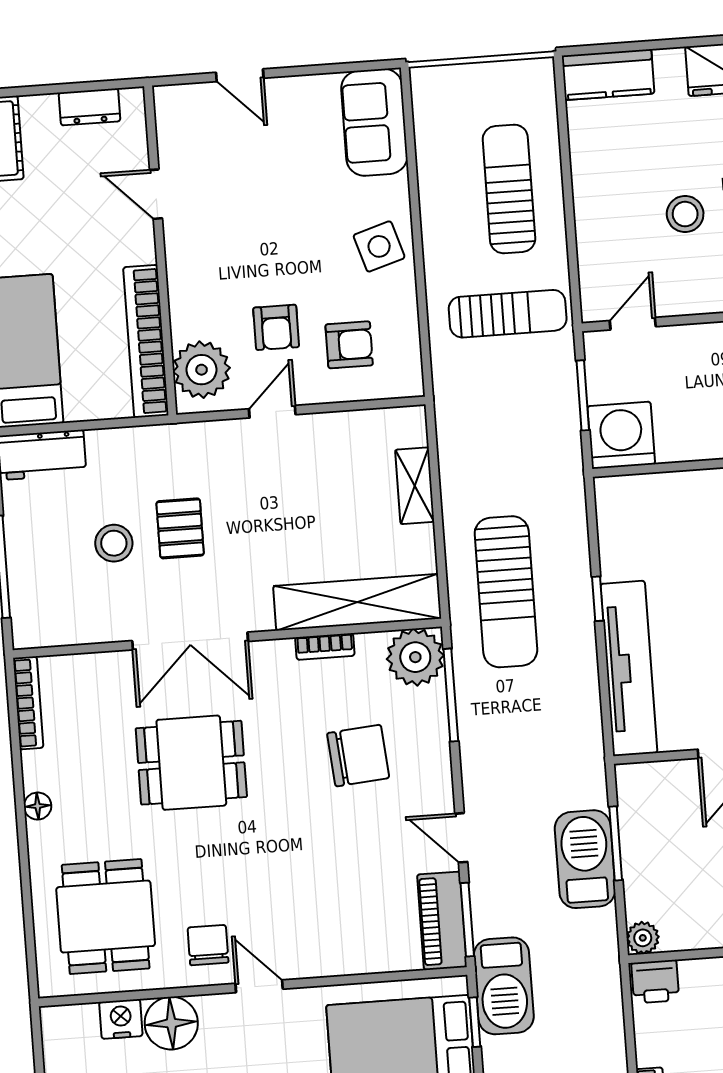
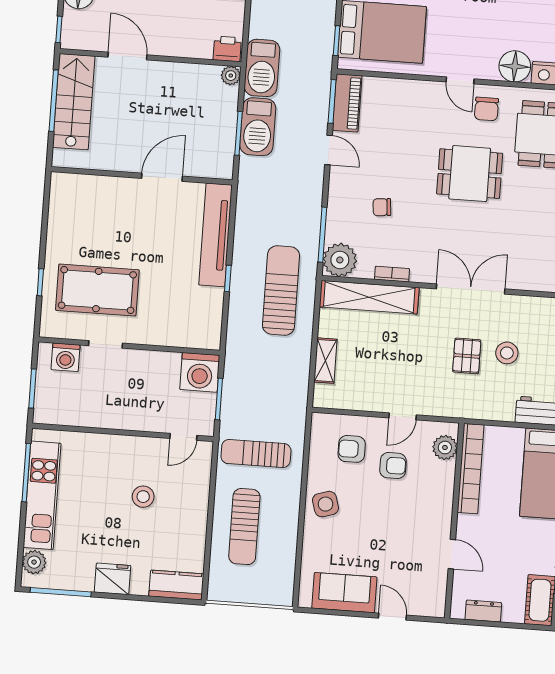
sofa: (374, 122) -> (344, 593), moved, turned -90
armchair: (276, 327) -> (393, 466), turned 90
plant: (202, 370) -> (445, 448), width x0.73, depth x0.73
chair: (358, 756) -> (382, 207), width x0.54, depth x0.54
dining table: (191, 763) -> (470, 174), moved
barbecue: (504, 986) -> (262, 68), moved, turned 180

